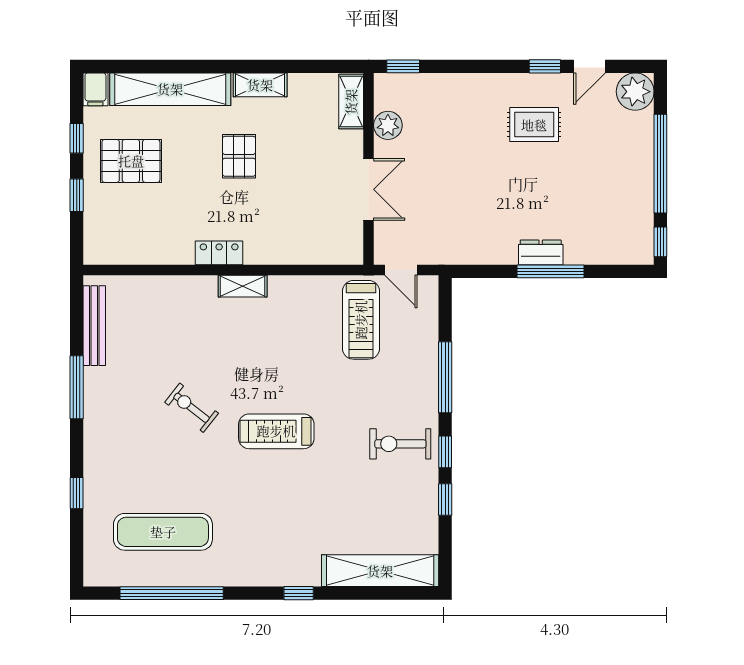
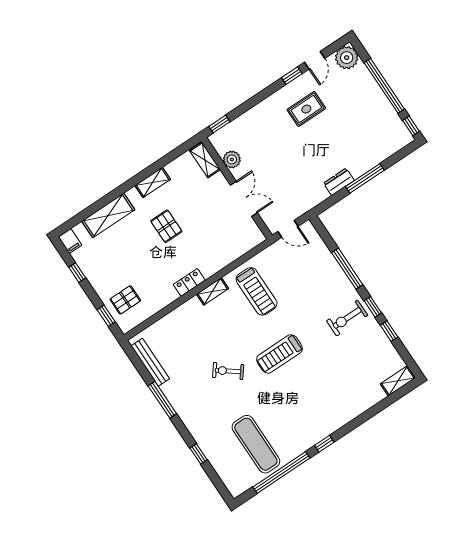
shelving: (170, 89) -> (108, 215), width x0.68
pallet: (131, 161) -> (125, 300), moved, width x0.67, depth x0.71
window: (77, 195) -> (106, 316), moved
dresser: (541, 252) -> (339, 182), moved
treadmill: (361, 320) -> (257, 291), moved
exercise mat: (163, 532) -> (256, 444), turned 90
shelving: (380, 571) -> (398, 381), width x0.45, depth x0.75
window: (299, 593) -> (324, 444), moved

